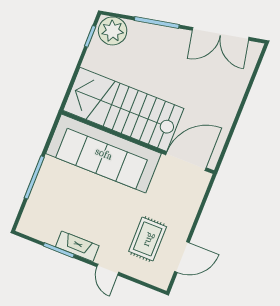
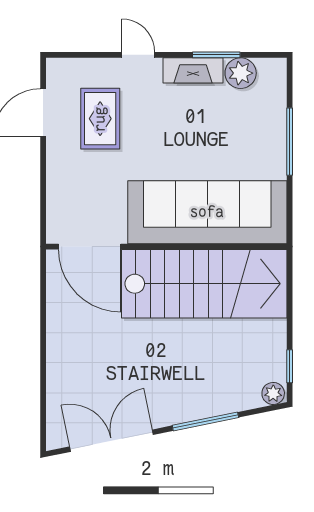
plant: (113, 31) -> (273, 393), width x0.53, depth x0.53
door: (186, 161) -> (90, 247), hinge flipped
plant: (48, 233) -> (241, 73), added

